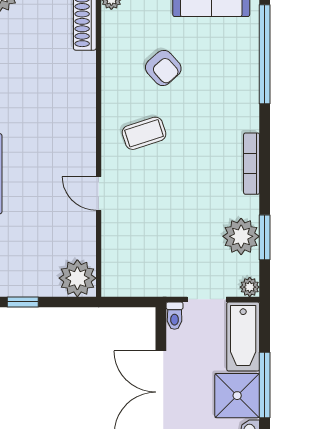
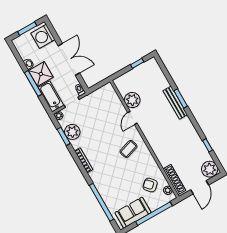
armchair: (163, 68) -> (150, 185), moved
door: (99, 193) -> (132, 118), swing flipped
plant: (77, 278) -> (132, 100), moved

